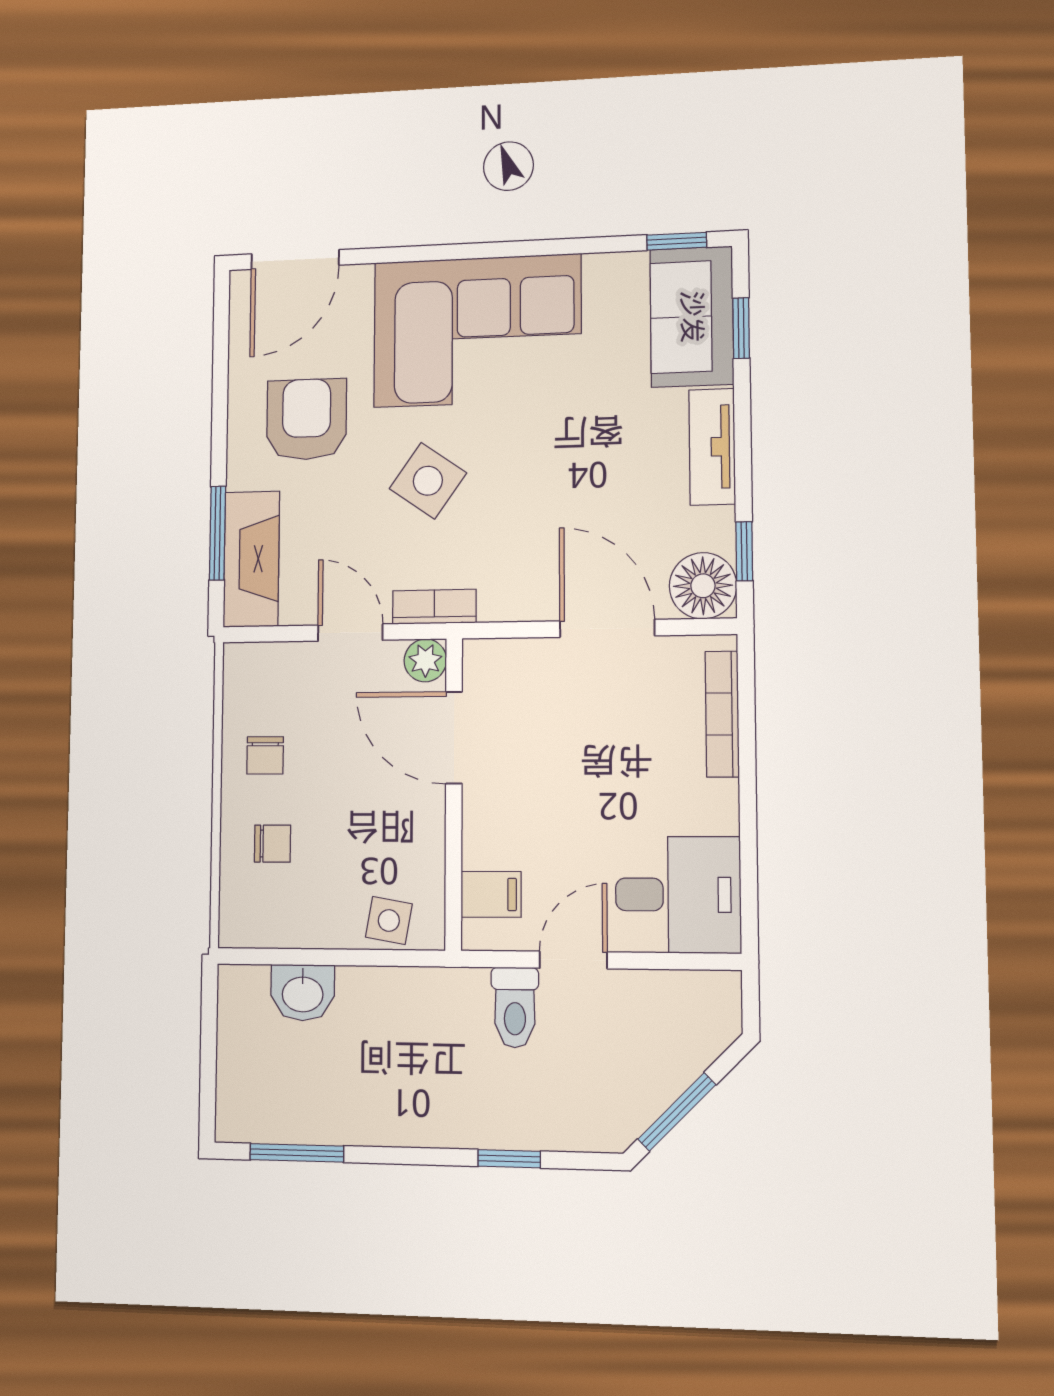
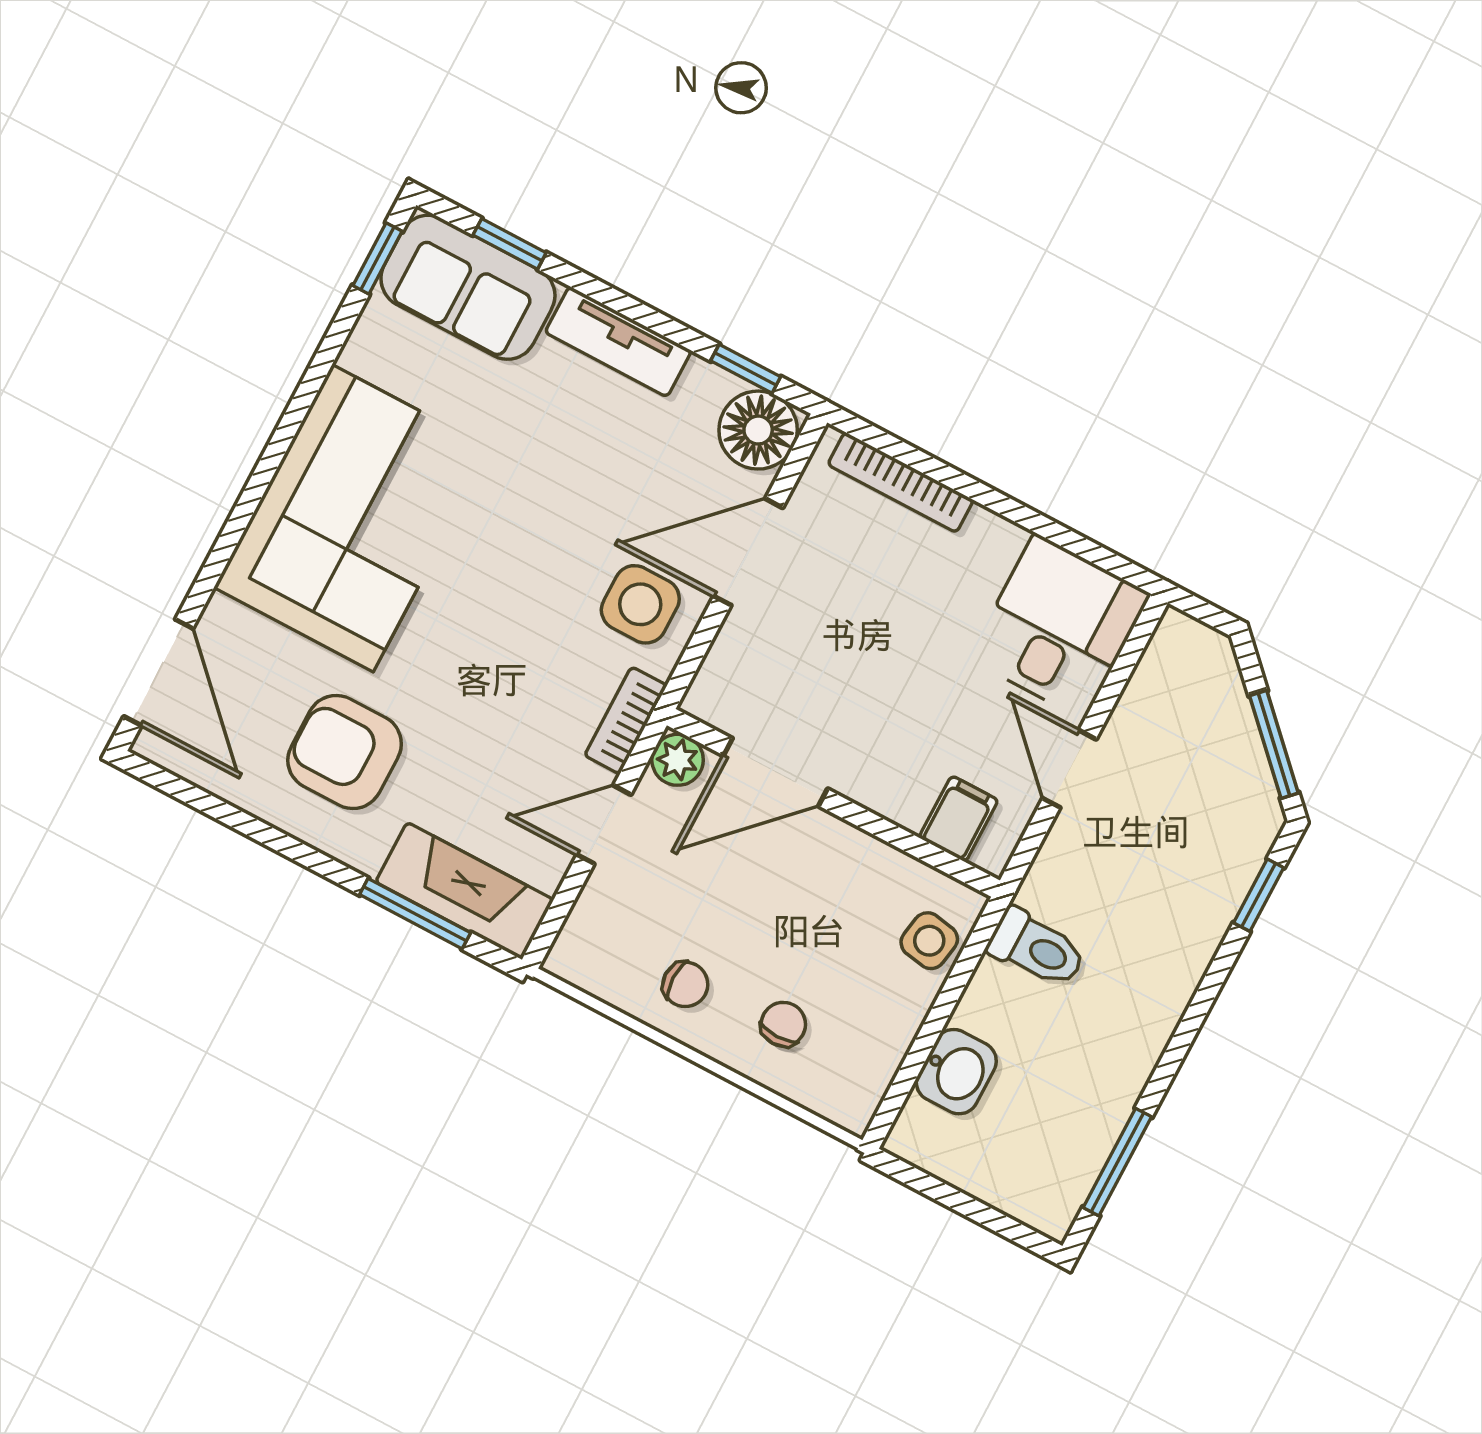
side table: (428, 481) -> (640, 604), moved, turned -35
toilet: (515, 1007) -> (1037, 948), moved
window: (509, 1159) -> (1259, 895), moved

